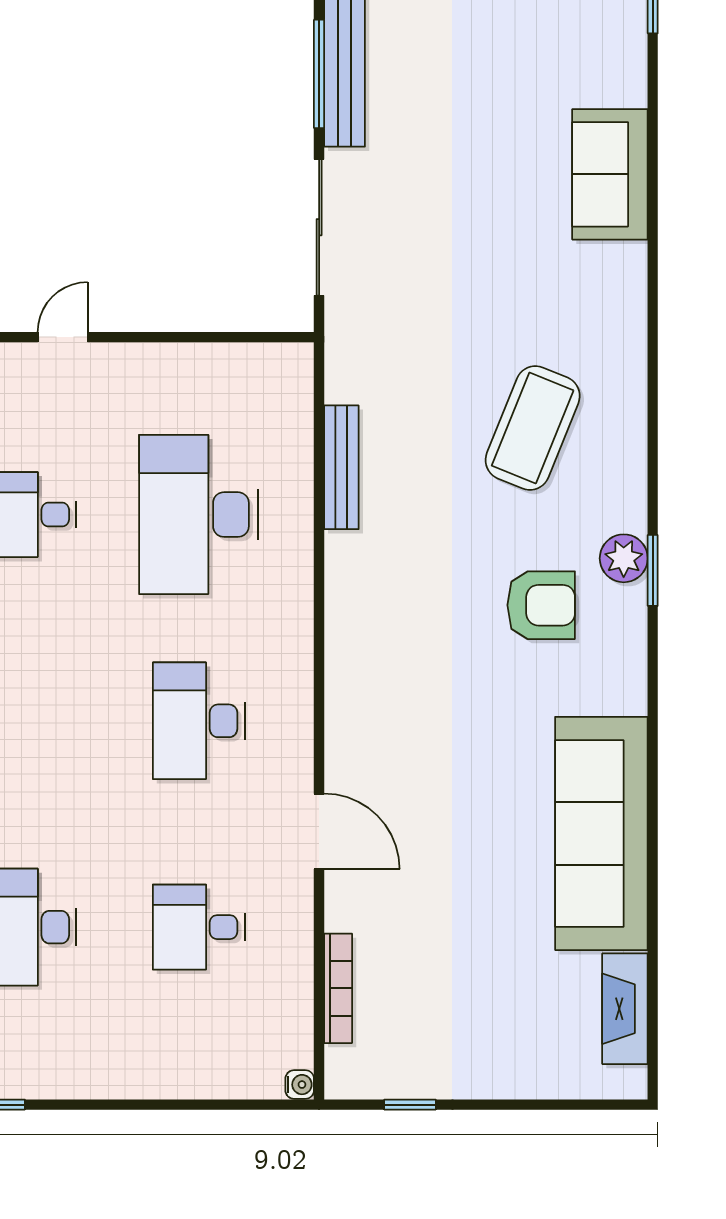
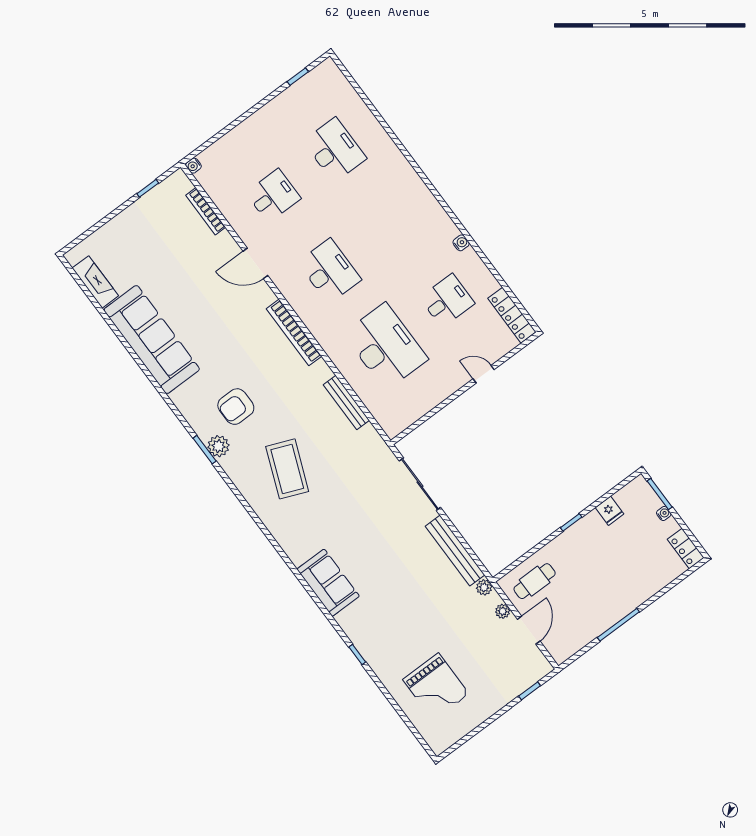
window: (319, 74) -> (462, 540), removed
door: (63, 337) -> (484, 374), swing flipped
bookcase: (342, 659) -> (294, 332), added

